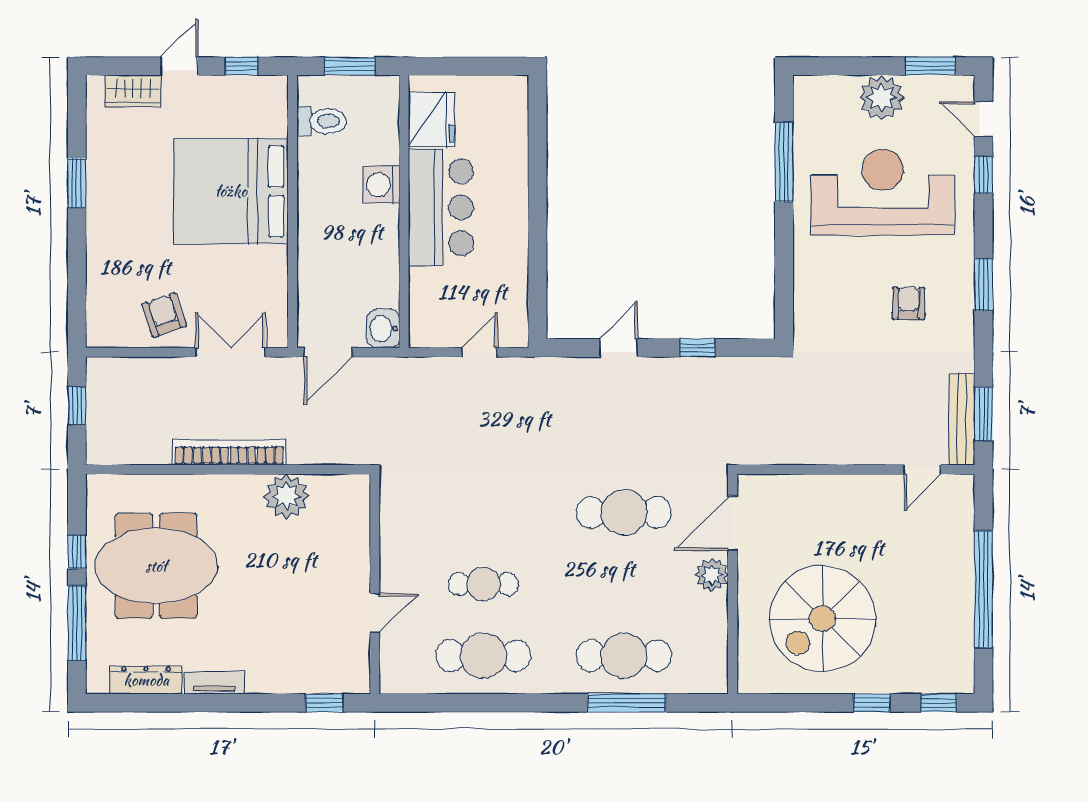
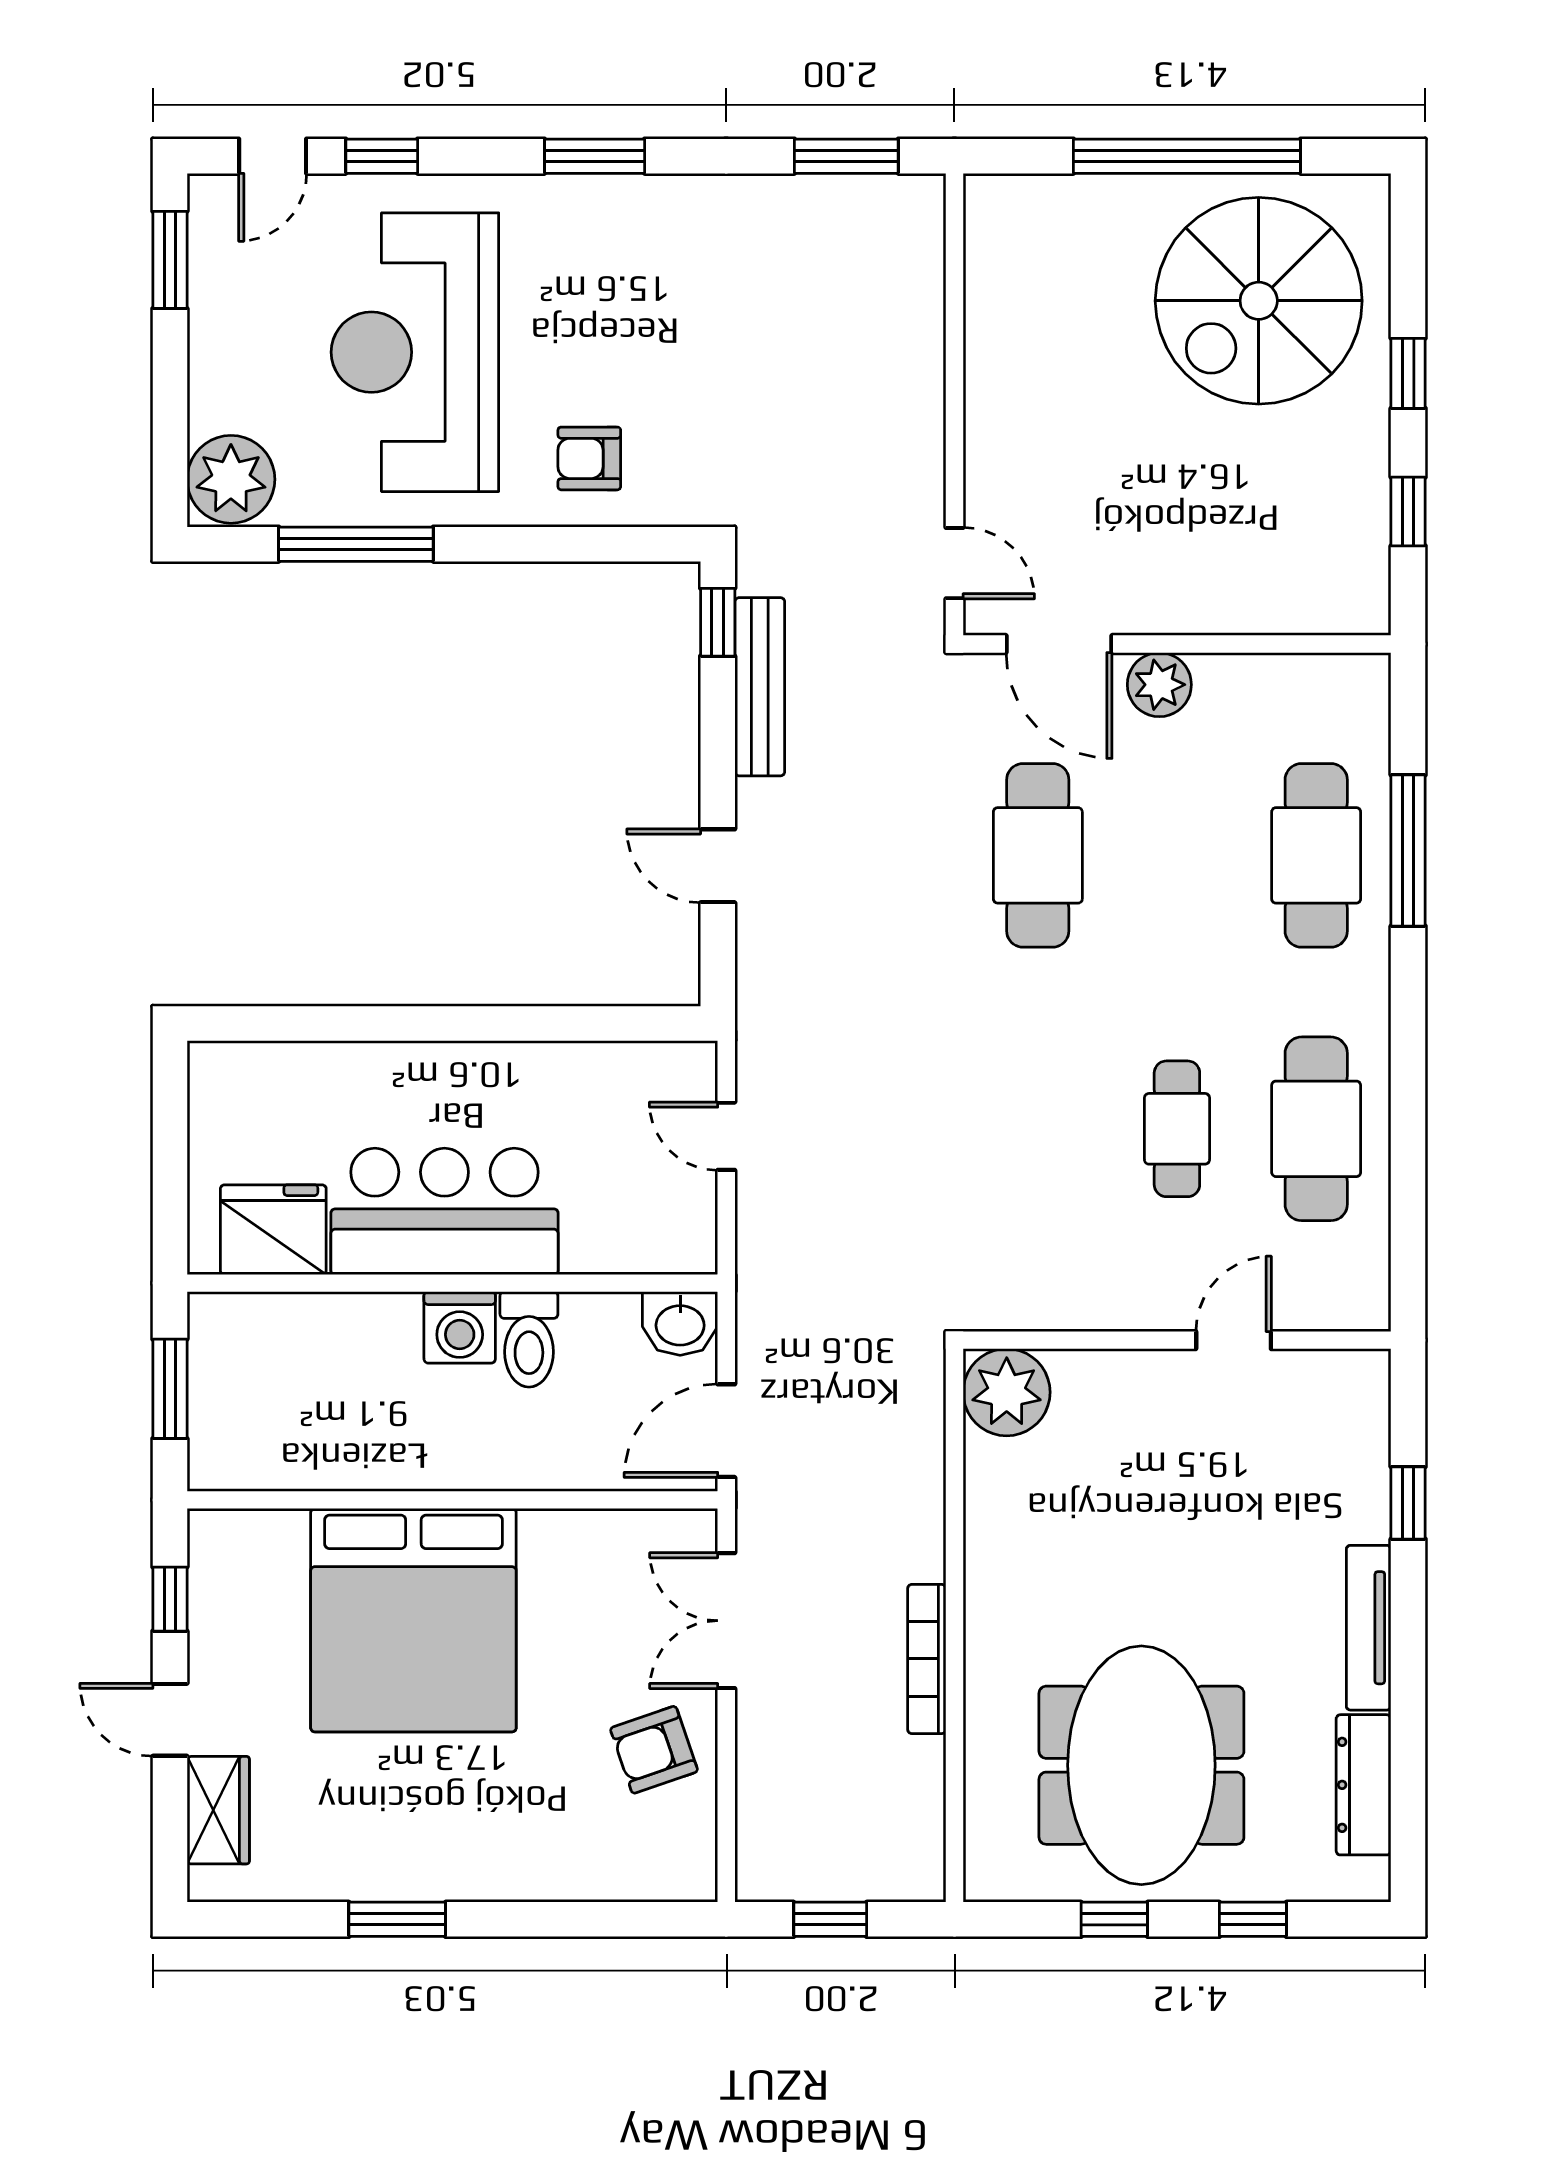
plant: (882, 98) -> (231, 479), moved
toilet: (321, 121) -> (529, 1339), moved, turned 180
washing machine: (381, 185) -> (460, 1327), moved
armchair: (909, 303) -> (589, 458), moved
window: (697, 348) -> (718, 622), moved
door: (328, 352) -> (726, 1431), swing flipped
bench: (962, 419) -> (760, 687), moved, turned 90
bookcase: (229, 452) -> (927, 1659), width x0.68, depth x0.76
door: (922, 470) -> (954, 563), moved
plant: (286, 496) -> (1007, 1392), moved
door: (375, 613) -> (1234, 1340), hinge flipped
spiral stairs: (822, 618) -> (1259, 301), moved, turned 90
window: (77, 623) -> (1253, 1919), width x0.46
tv unit: (215, 683) -> (1369, 1628), width x1.41
window: (324, 703) -> (1408, 1503), moved
window: (938, 703) -> (1408, 512), moved

